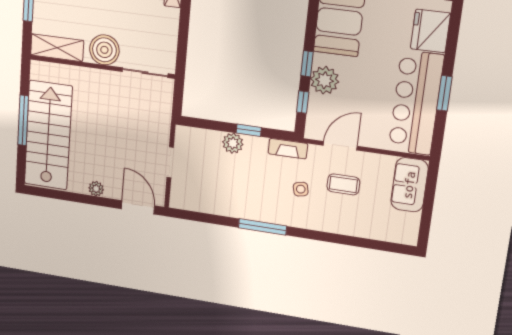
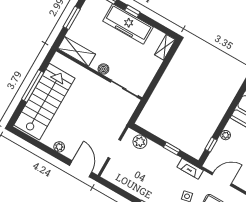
boiler: (104, 50) -> (103, 69), width x0.54, depth x0.54
window: (307, 64) -> (223, 123), removed
plant: (325, 80) -> (226, 135), width x0.53, depth x0.53
plant: (233, 143) -> (140, 142), moved

